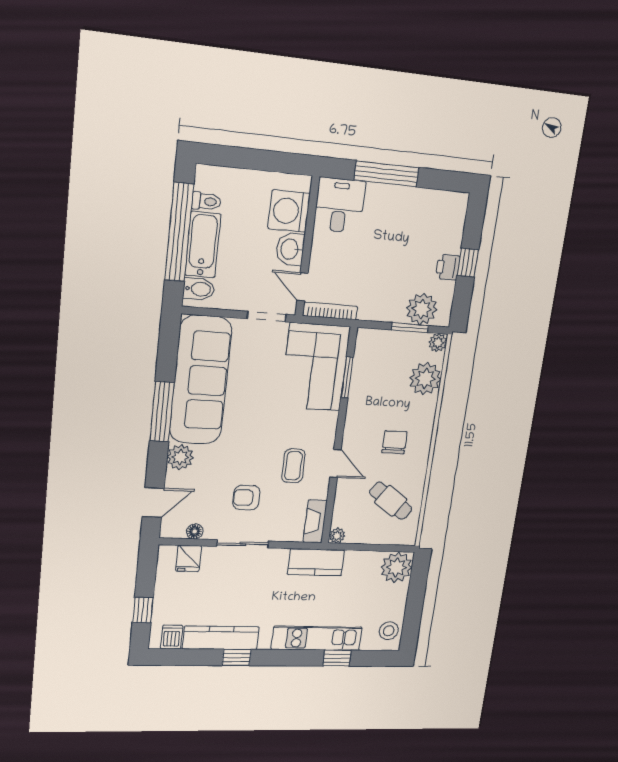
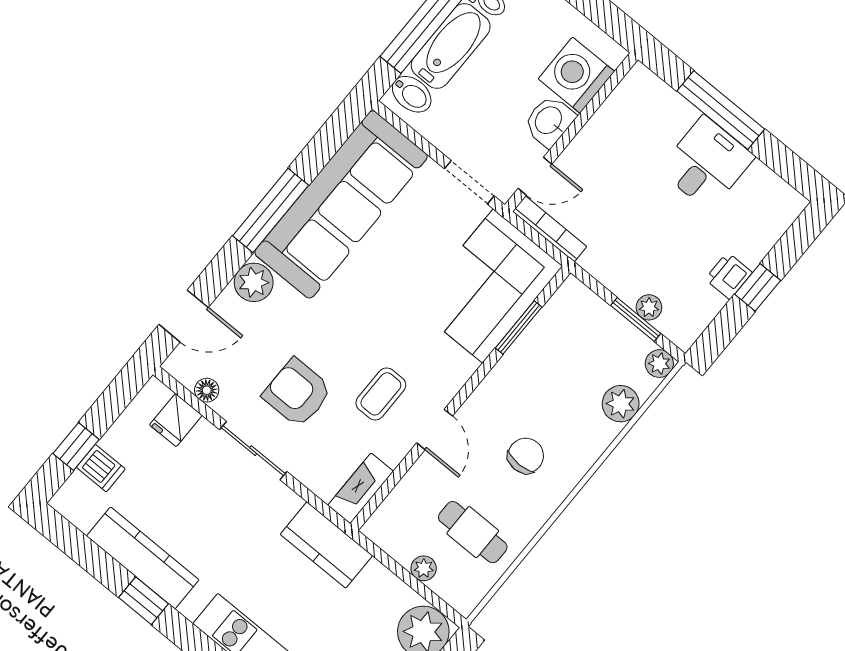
desk: (340, 205) -> (707, 163), moved
door: (302, 287) -> (535, 176), swing flipped
plant: (422, 309) -> (649, 307), width x0.53, depth x0.53
plant: (425, 379) -> (621, 404), width x0.73, depth x0.73
armchair: (246, 498) -> (297, 393), width x1.38, depth x1.38
cafe table: (391, 501) -> (473, 532), turned -35
plant: (337, 536) -> (424, 568), moved
dishwasher: (172, 637) -> (101, 468), moved, turned 90

